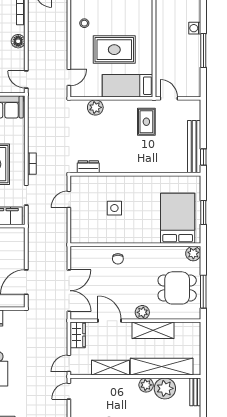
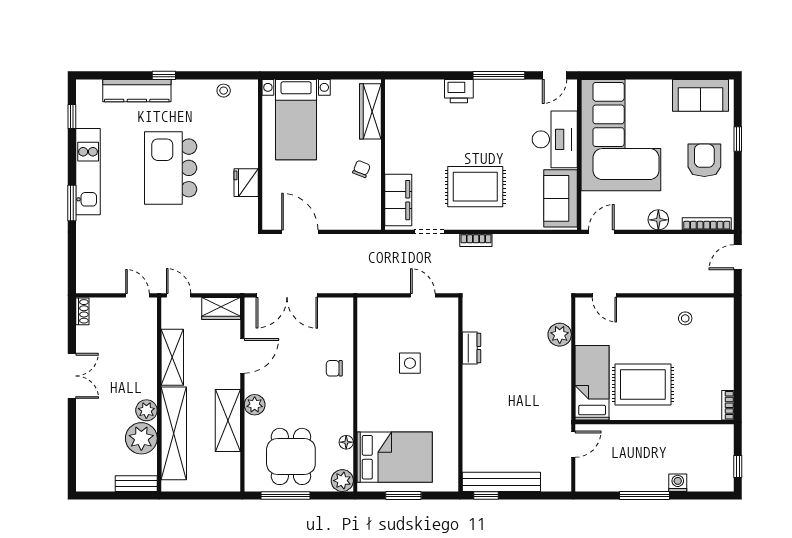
rug: (114, 50) -> (643, 384), moved, turned 90
rug: (146, 122) -> (538, 411), removed
dresser: (88, 167) -> (471, 348), moved
floor lamp: (168, 251) -> (346, 442), added

